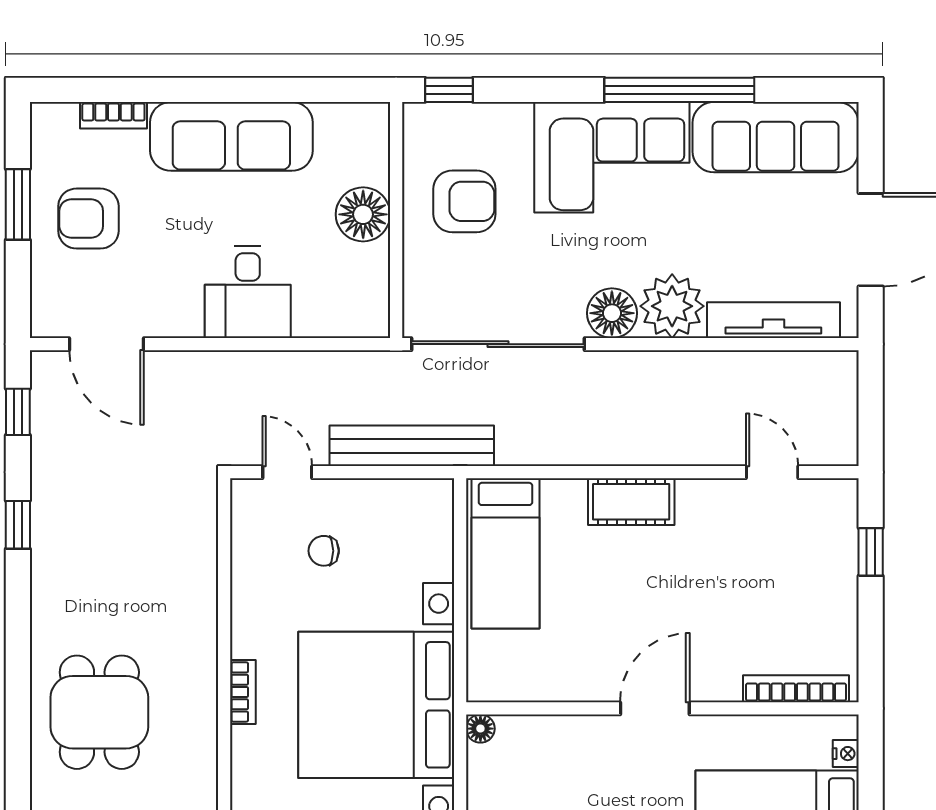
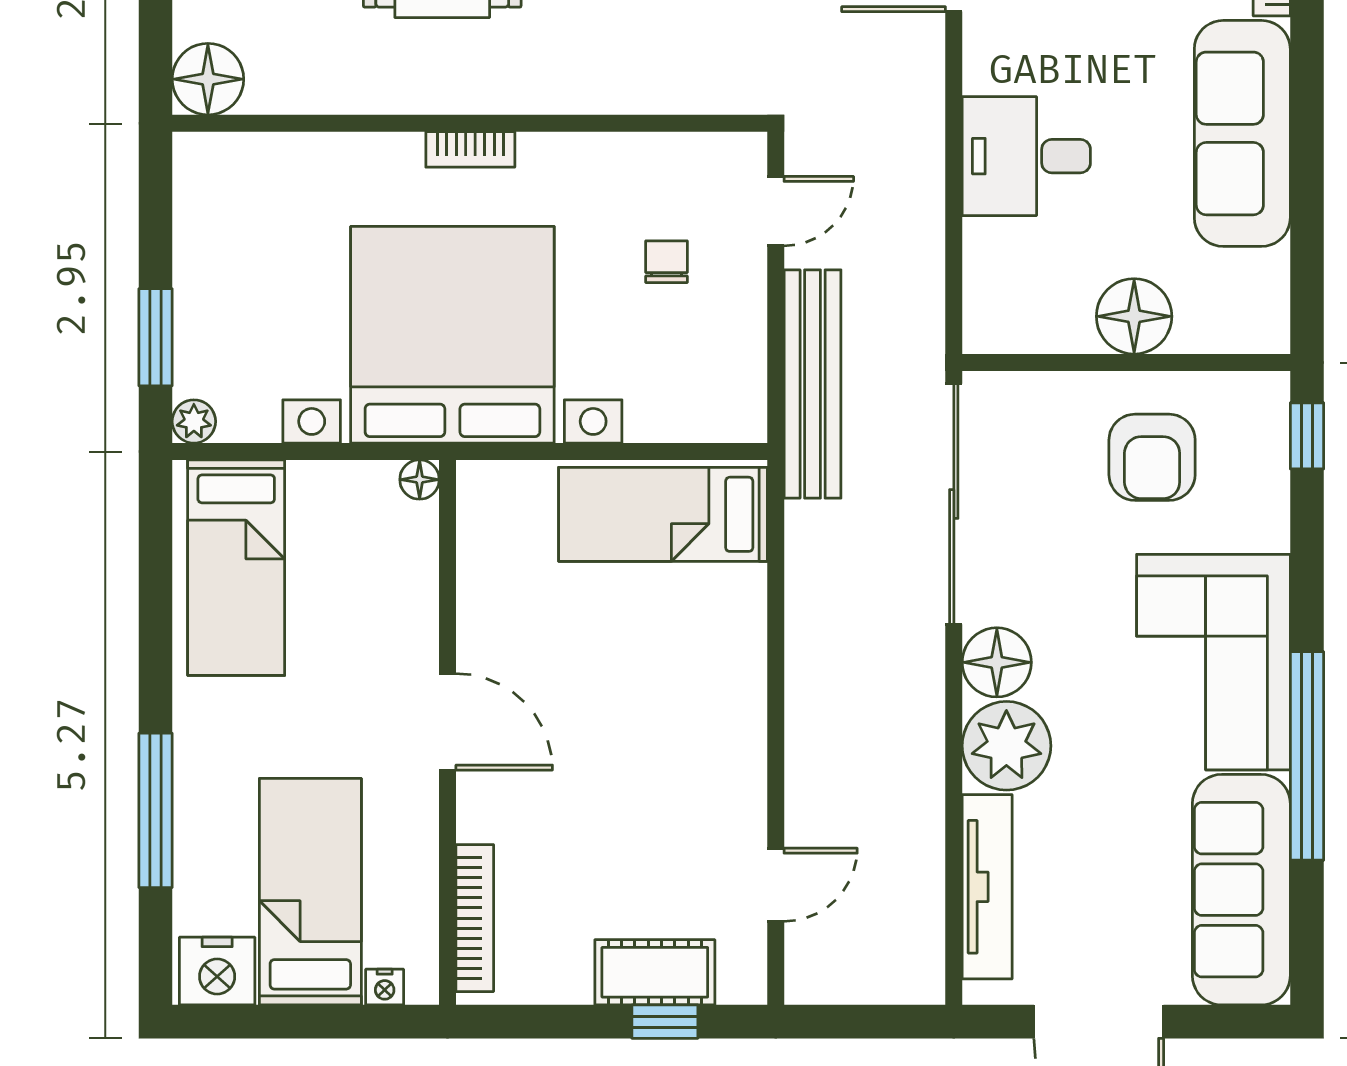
cot: (631, 502) -> (655, 972), moved, turned 90

